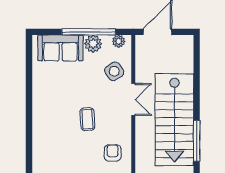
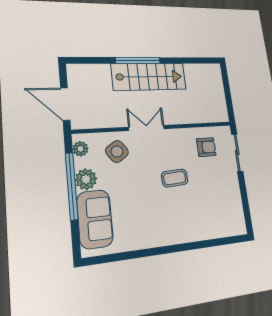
stairs: (174, 120) -> (149, 77), width x0.73, depth x0.66
window: (197, 141) -> (138, 60), moved
armchair: (113, 153) -> (206, 147), turned 180

